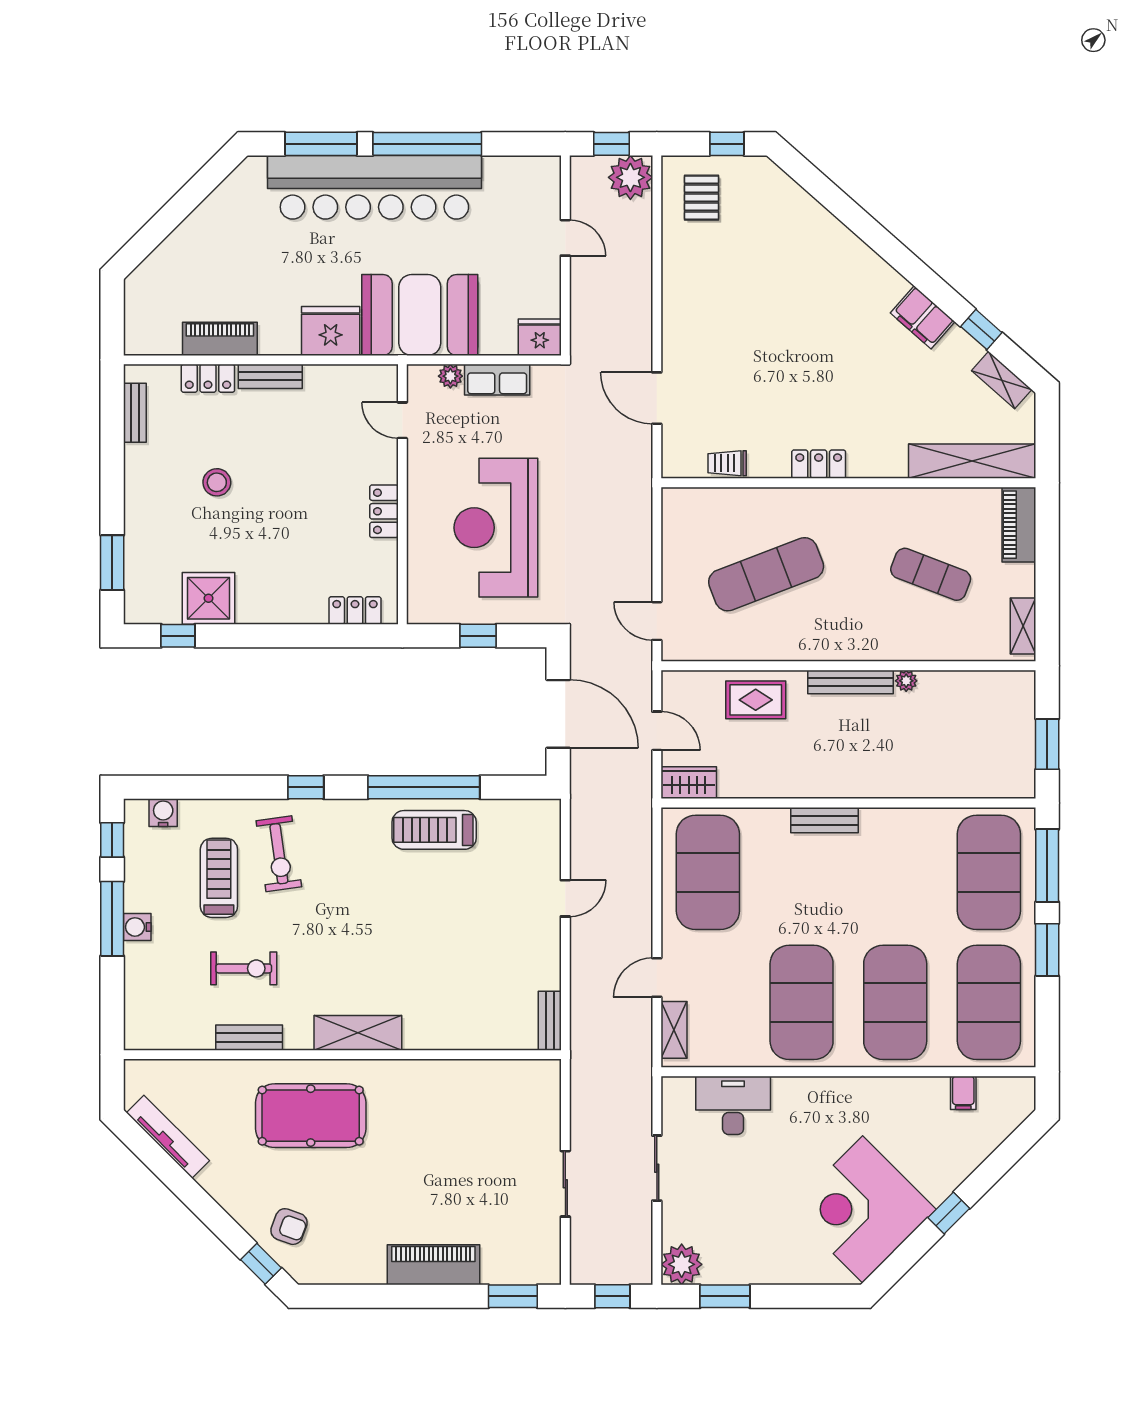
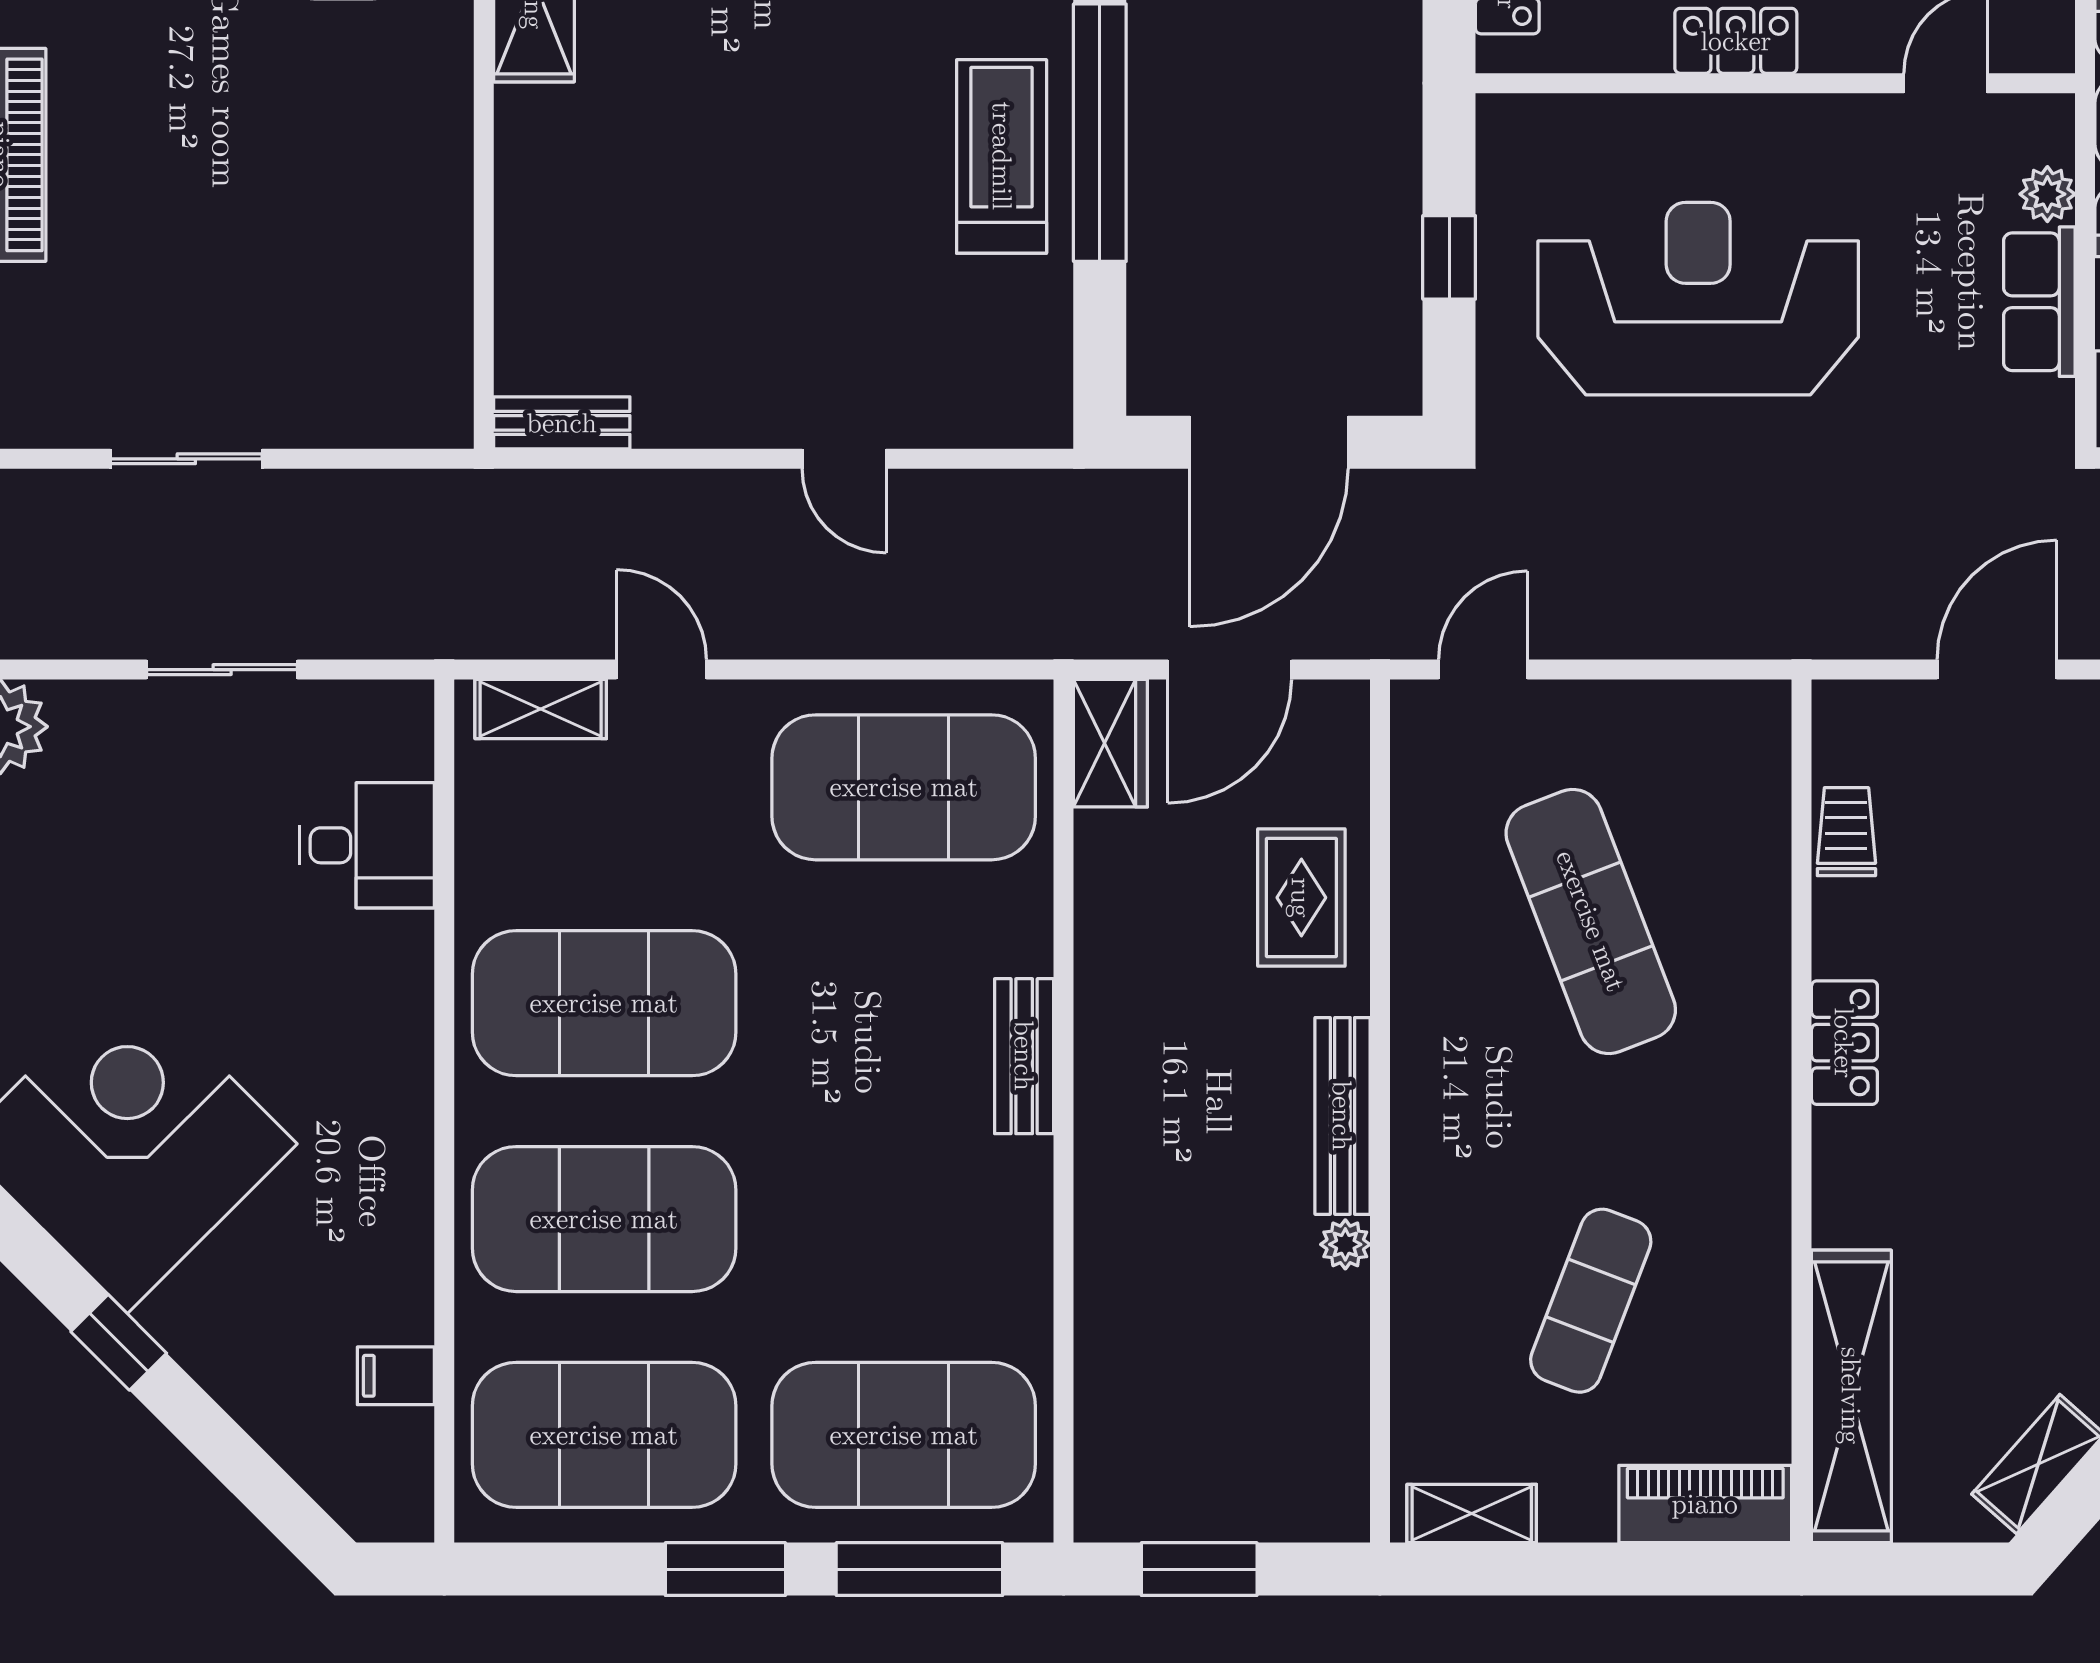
door: (657, 731) -> (1230, 670), width x1.38
desk: (733, 1105) -> (367, 845), width x0.73

